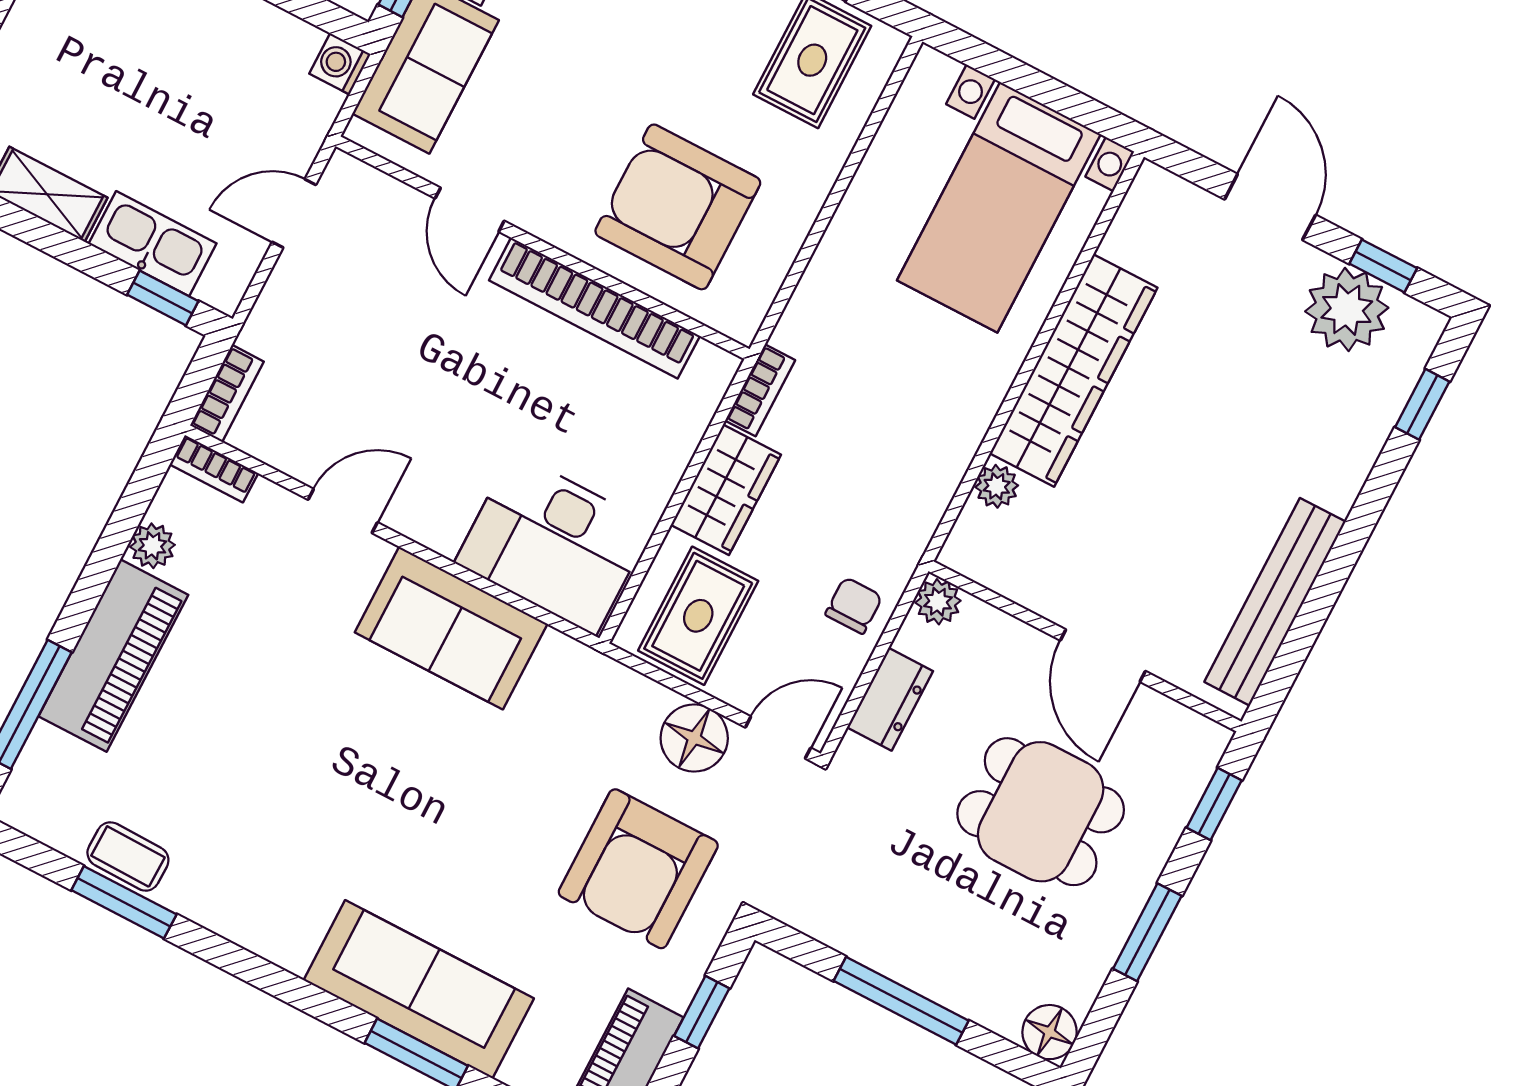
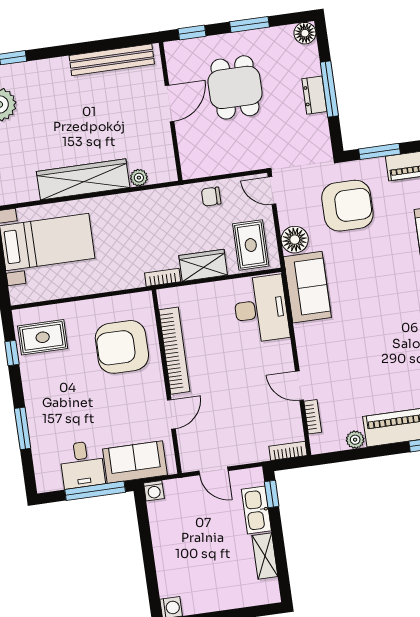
armchair: (678, 207) -> (122, 347), turned 90
bookcase: (214, 469) -> (313, 417), moved
plant: (938, 602) -> (190, 170), removed
rug: (698, 616) -> (251, 245), turned 90
sofa: (451, 628) -> (307, 287), moved
dresser: (890, 699) -> (314, 95), moved, turned -90
floor lamp: (694, 738) -> (295, 240), moved
window: (702, 1012) -> (379, 151), width x1.50

